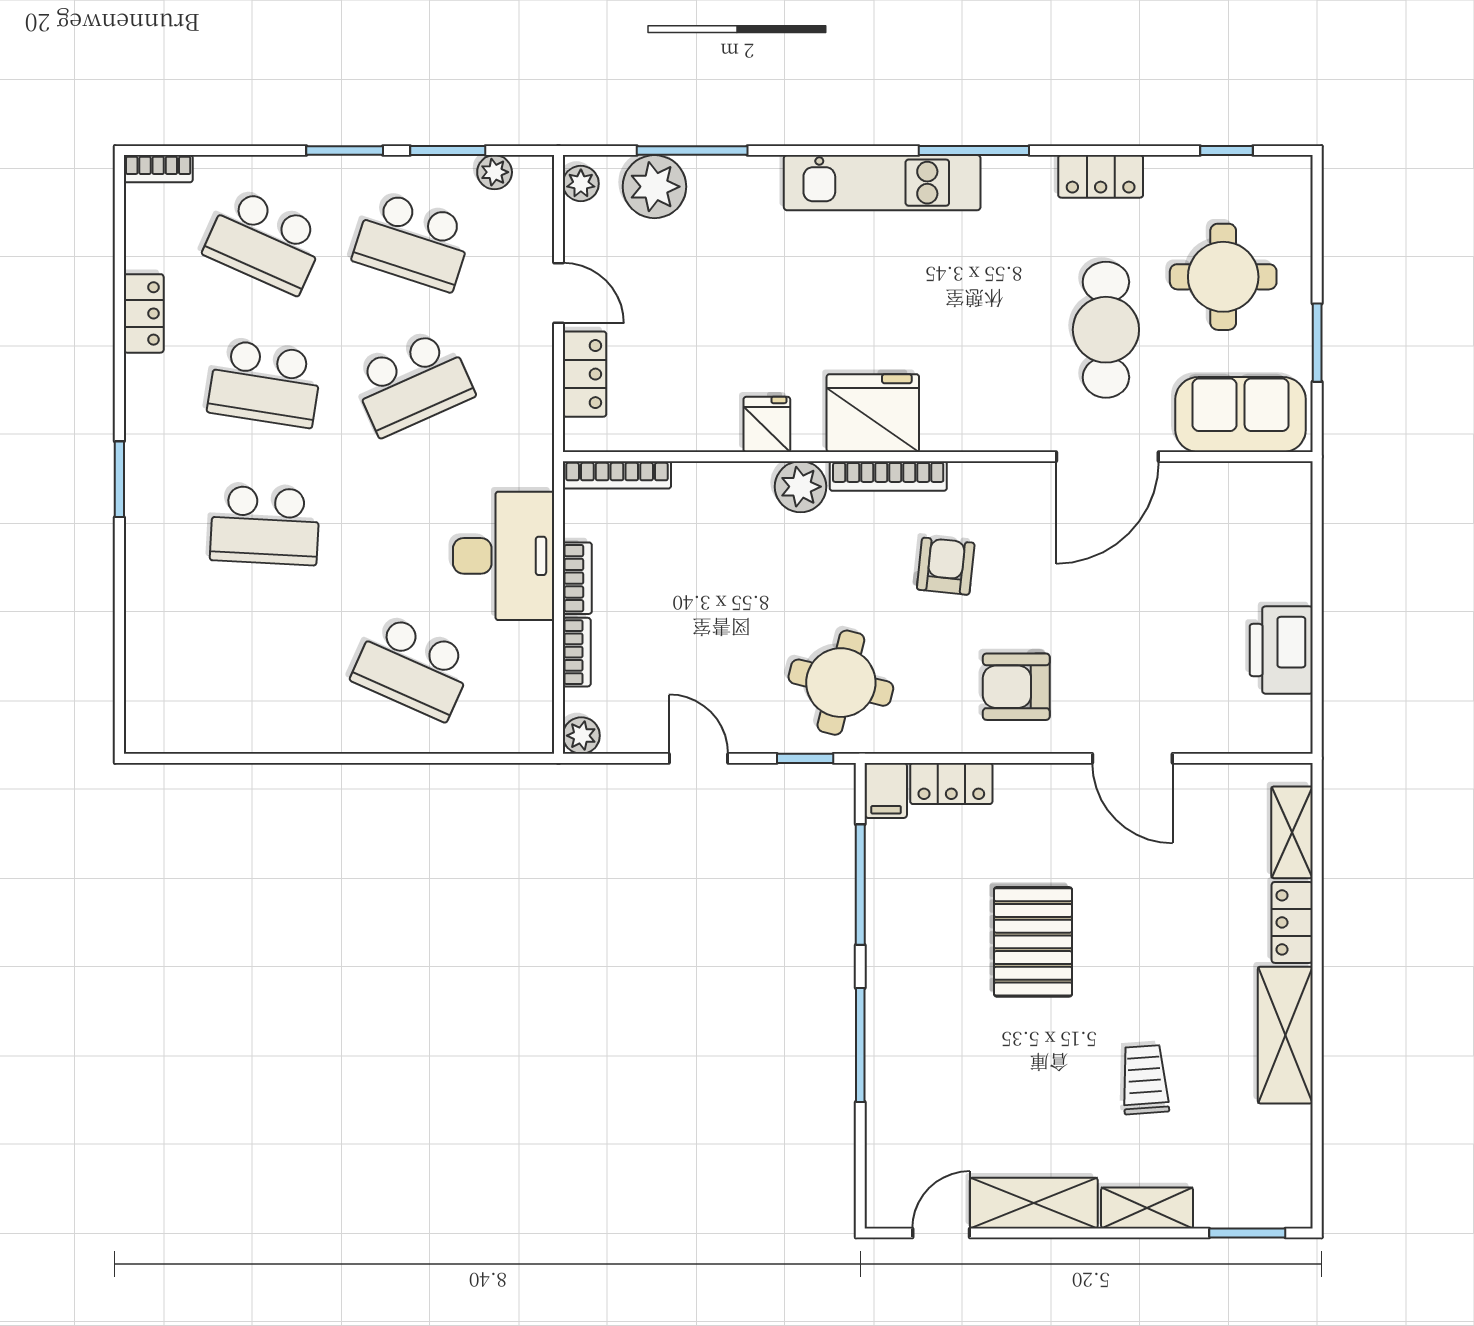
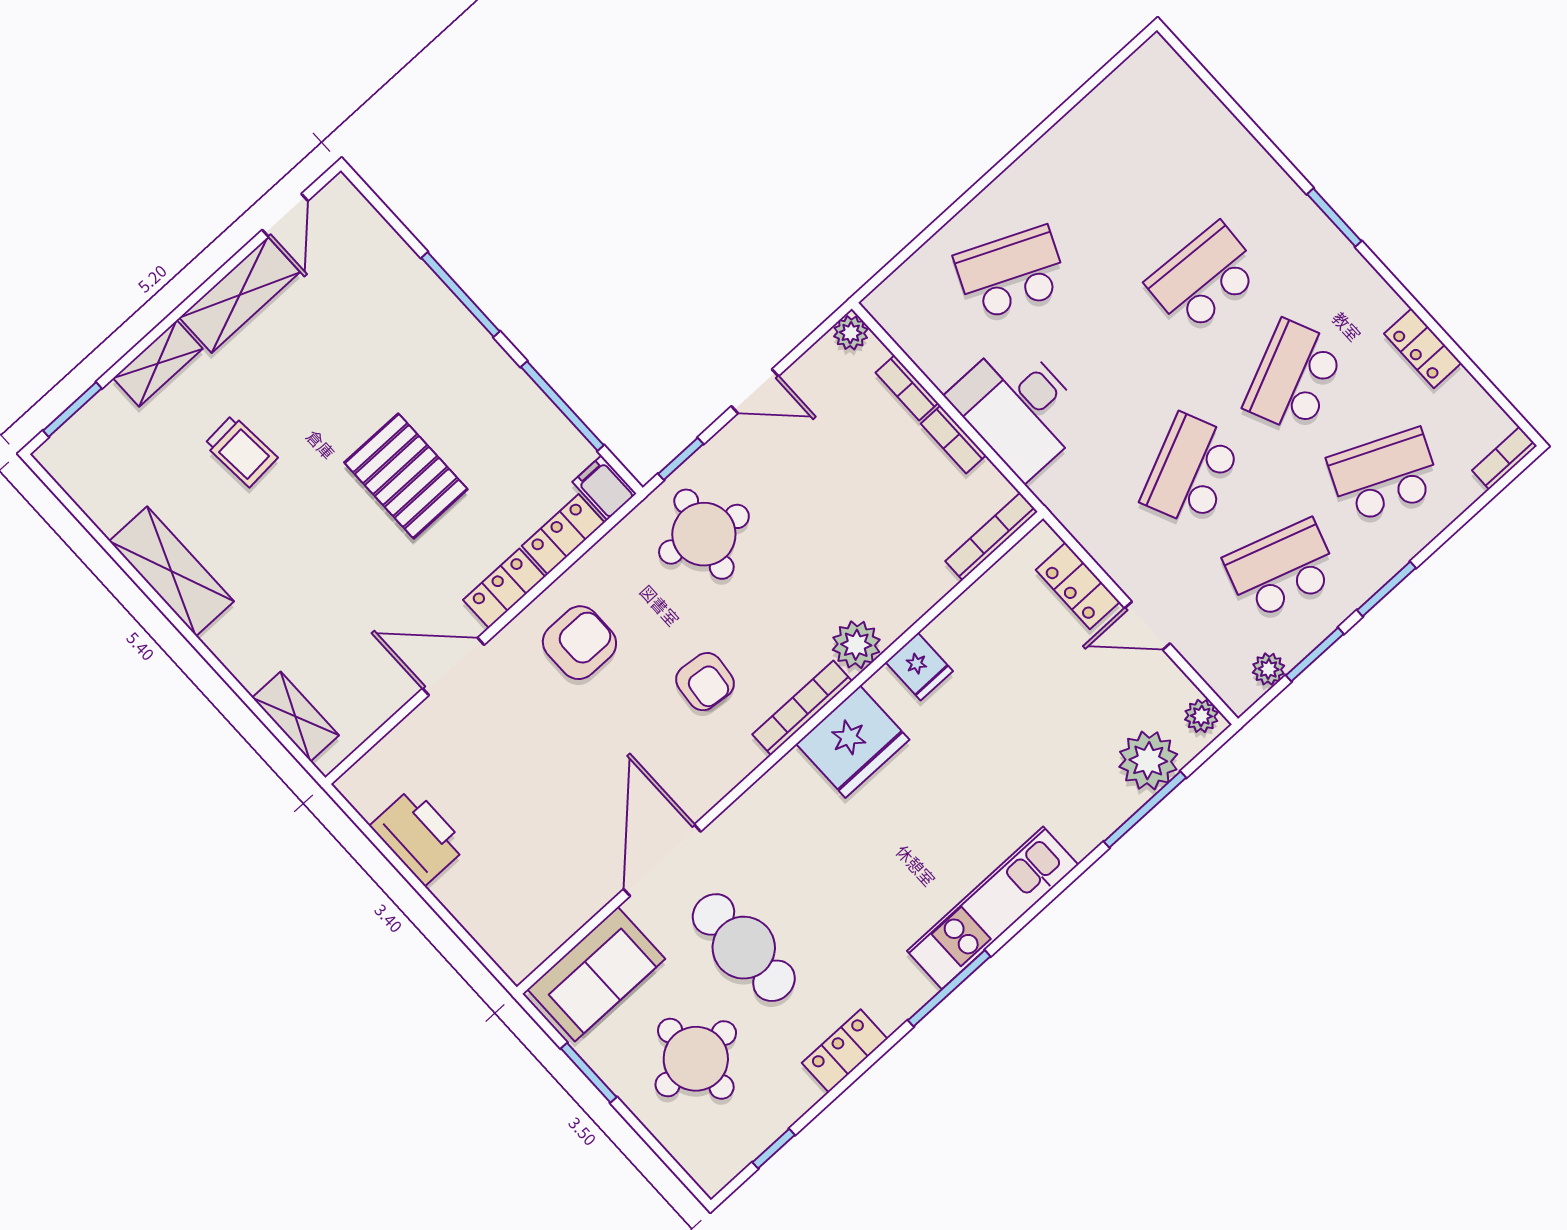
school desk: (265, 383) -> (1294, 377), turned -33
locker: (1292, 922) -> (504, 588), moved, turned -90

